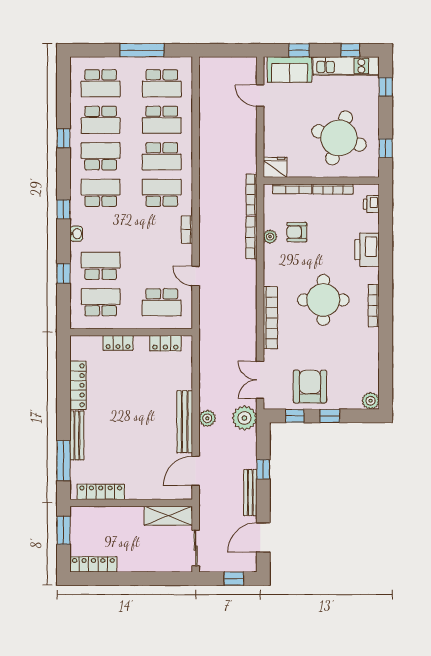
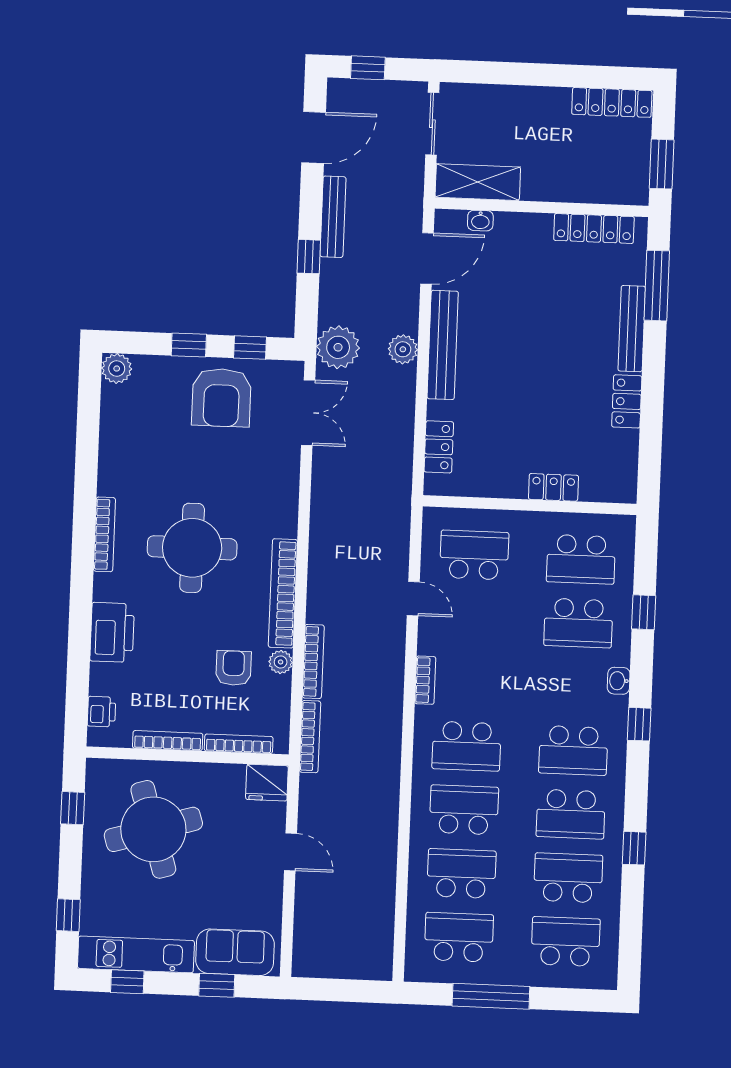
door: (260, 96) -> (290, 852), moved
round table: (339, 138) -> (153, 829), turned -35
armchair: (297, 232) -> (234, 668), turned -90
bookcase: (270, 318) -> (283, 593), moved
locker: (165, 343) -> (439, 447), moved, turned 90
locker: (78, 385) -> (627, 401), width x0.66
washbasin: (166, 494) -> (480, 221), added

